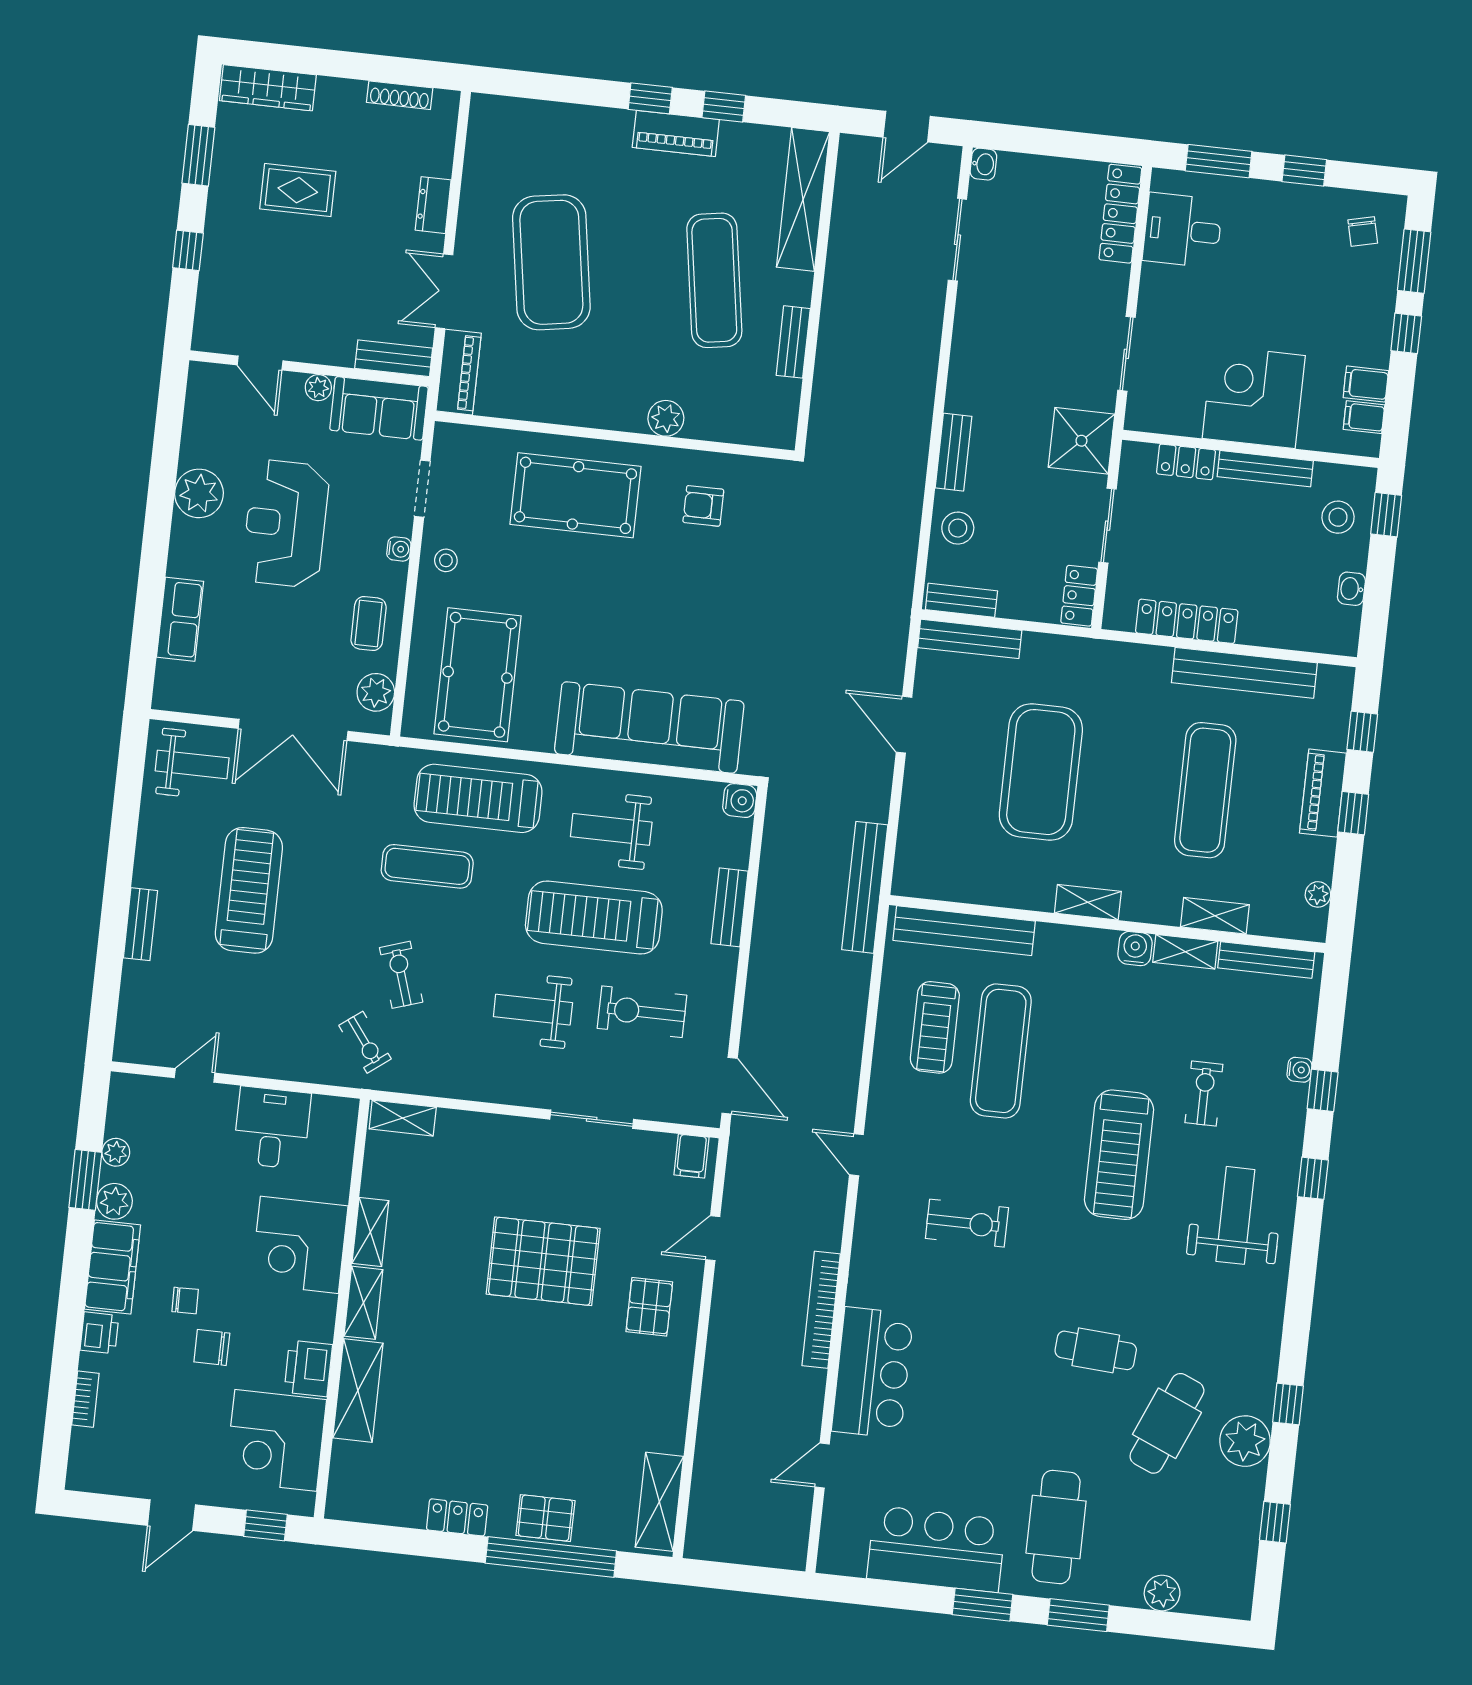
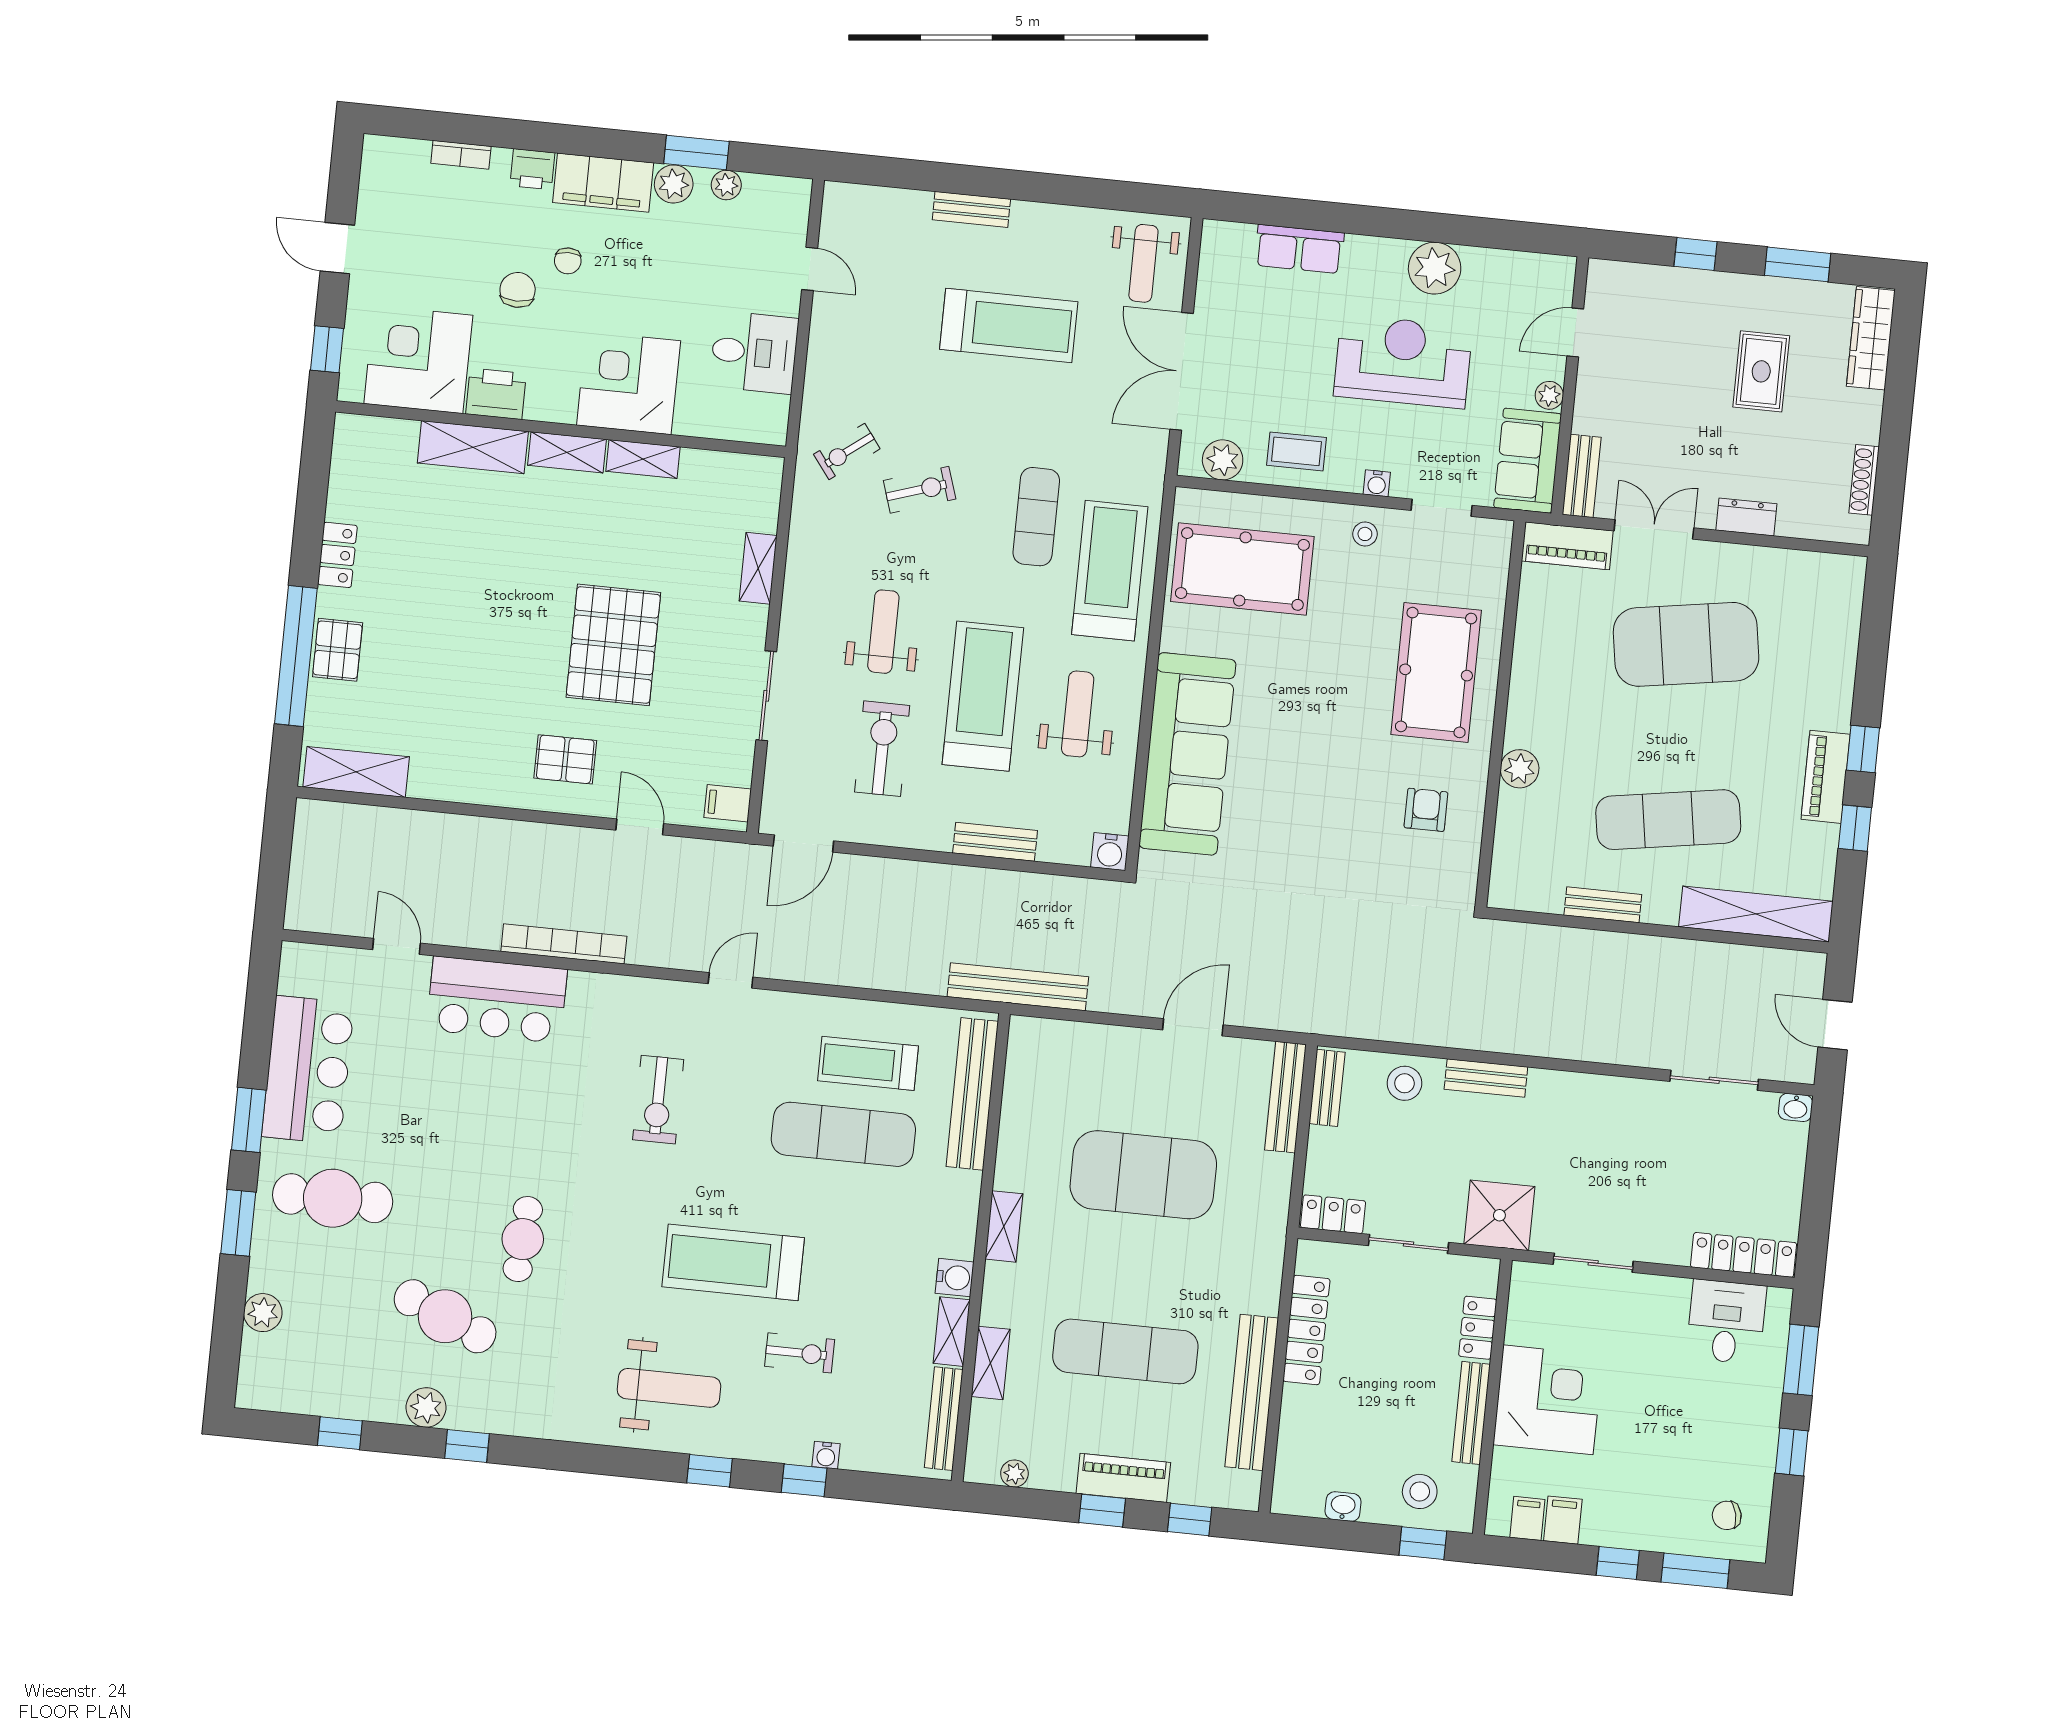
shelving: (403, 1118) -> (758, 568), moved
plant: (1245, 1441) -> (426, 1407), width x0.73, depth x0.73

